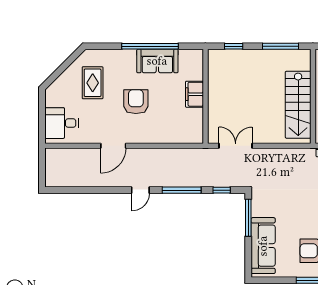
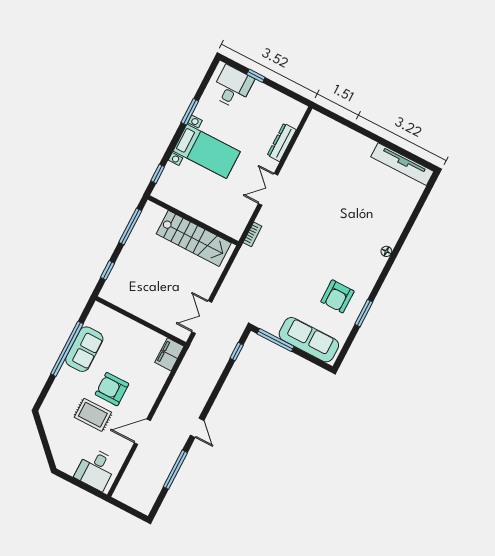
rug: (93, 83) -> (93, 415), moved
filing cabinet: (194, 94) -> (169, 354), moved, turned 90
door: (113, 146) -> (142, 432), swing flipped
window: (182, 190) -> (175, 470), moved

